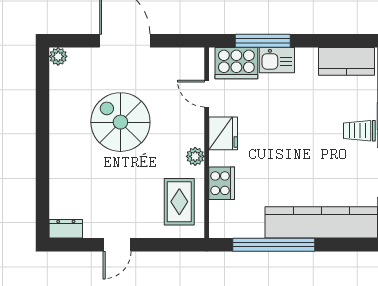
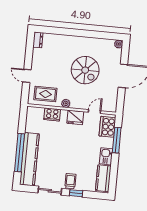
kitchen sink: (277, 60) -> (106, 156), moved
spiral stairs: (120, 122) -> (85, 70), turned 90
door: (117, 245) -> (27, 76), moved
window: (274, 245) -> (19, 153), moved

